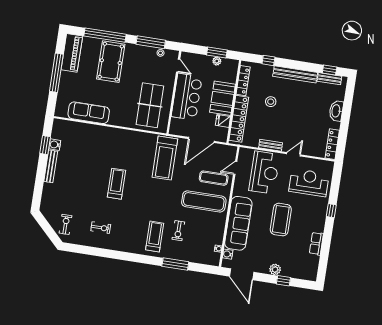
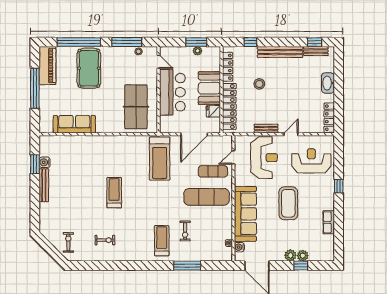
plant: (287, 272) -> (303, 256), added

